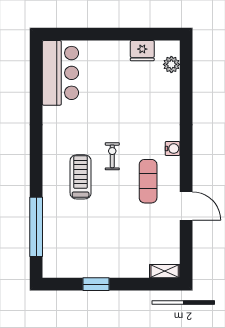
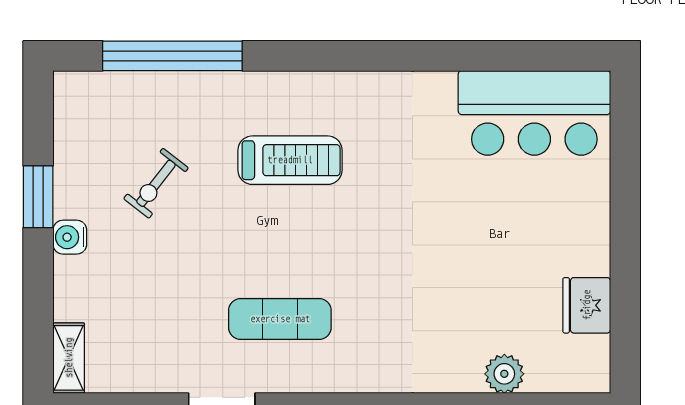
plant: (171, 64) -> (504, 374), moved
water cooler: (173, 149) -> (70, 237), moved, turned 90
exercise bike: (112, 156) -> (156, 183), moved, turned 128

